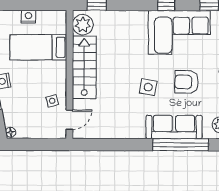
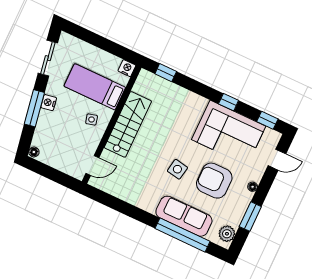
nightstand: (28, 17) -> (127, 68), moved
plant: (83, 25) -> (145, 85), removed
armchair: (186, 82) -> (214, 181), width x1.36, depth x1.36
side table: (52, 101) -> (92, 119), moved

